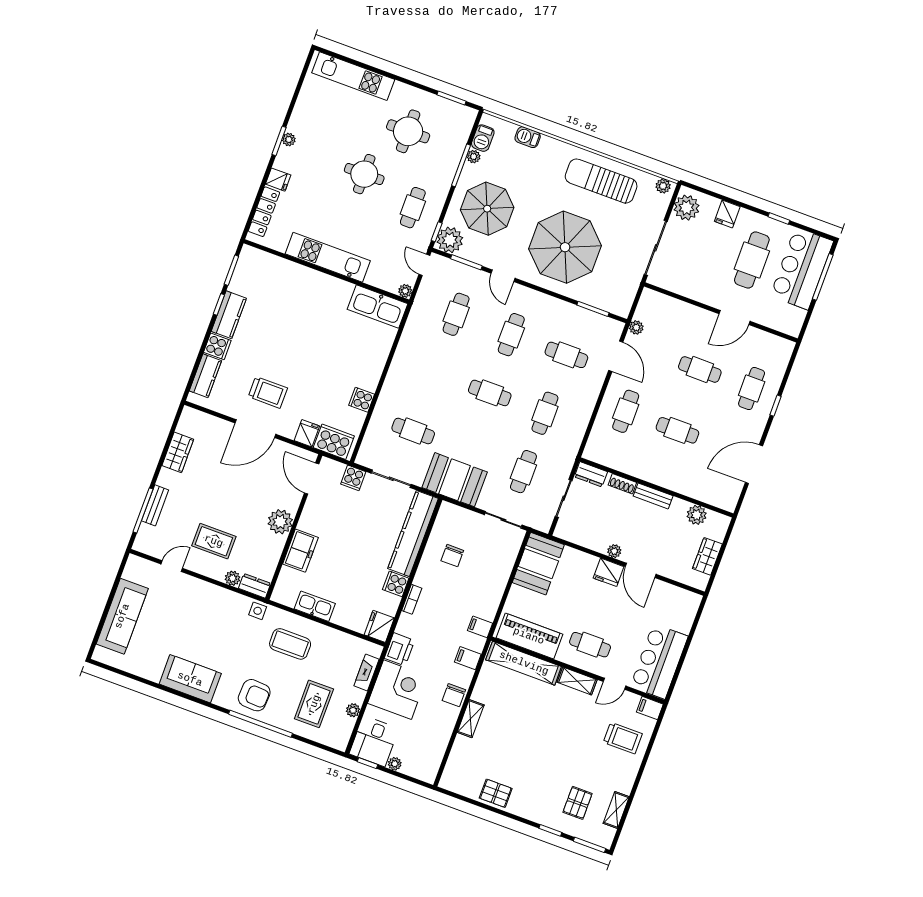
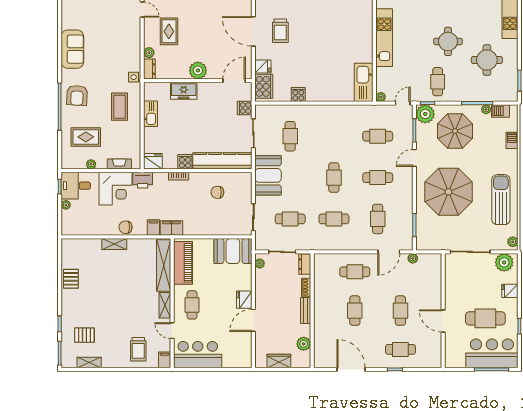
cafe table: (413, 208) -> (438, 82), turned 90
plant: (614, 551) -> (260, 263), moved
filing cabinet: (480, 627) -> (171, 228), width x2.00

